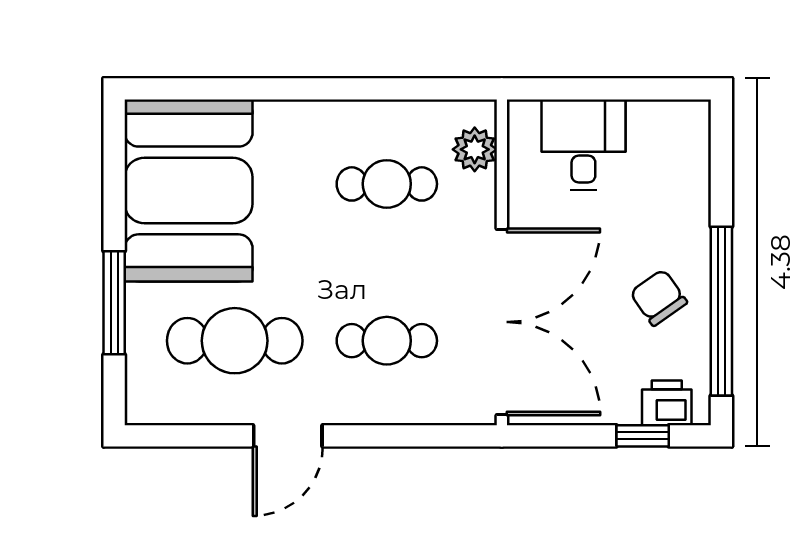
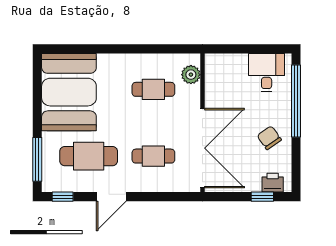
desk: (583, 145) -> (267, 73), moved
window: (114, 303) -> (37, 159), moved
window: (721, 311) -> (296, 101), moved
window: (174, 436) -> (63, 197), added

